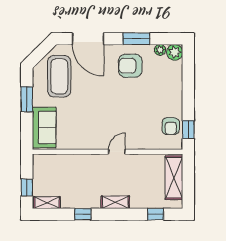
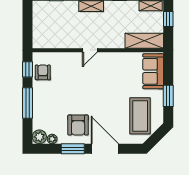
door: (88, 39) -> (105, 149), moved
armchair: (130, 66) -> (78, 125), turned 90
window: (188, 91) -> (27, 103), added
shelving: (174, 178) -> (144, 41), moved, turned 90

